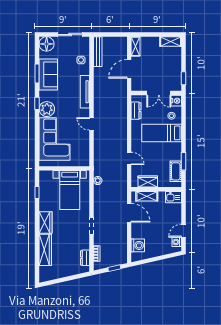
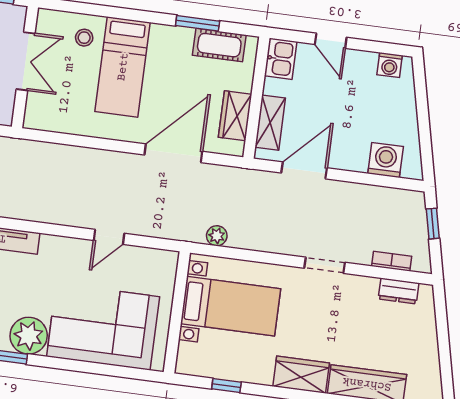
nightstand: (176, 101) -> (50, 21), removed
dresser: (136, 111) -> (61, 121), removed
door: (91, 124) -> (109, 237), moved
door: (129, 158) -> (173, 153), width x1.87
door: (184, 231) -> (331, 41), moved

